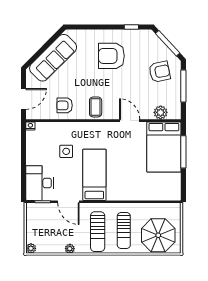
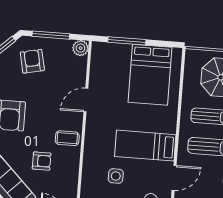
armchair: (65, 105) -> (42, 161), moved, turned -90
plant: (161, 112) -> (80, 48), moved
bed: (164, 147) -> (150, 75), moved, turned 90

